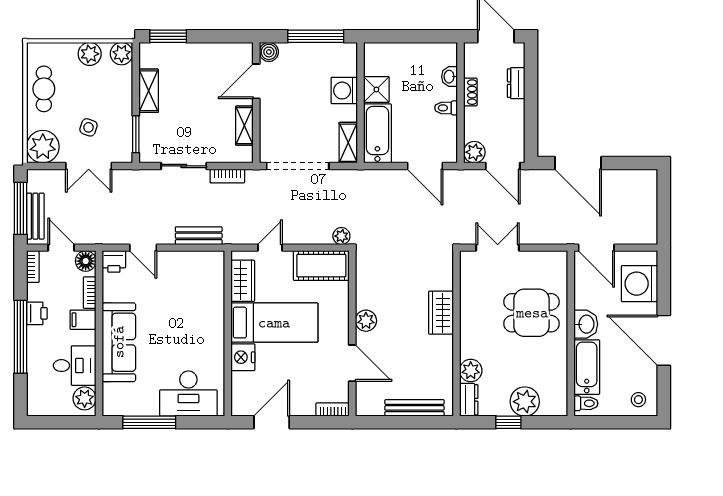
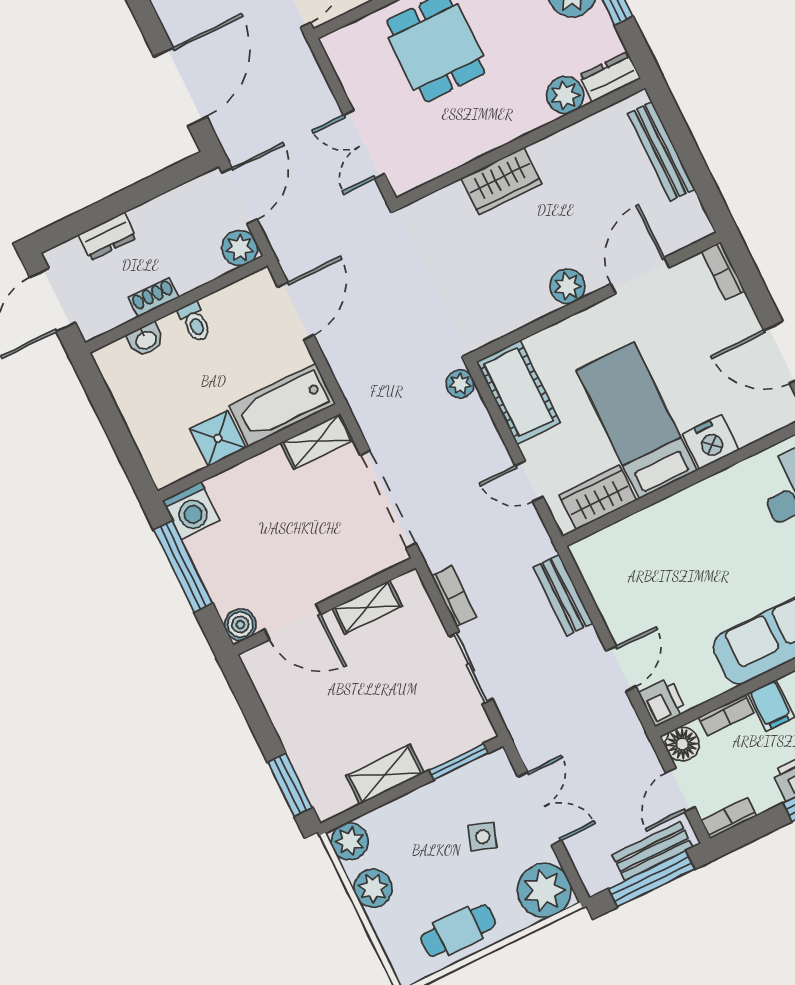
washing machine: (344, 91) -> (191, 510), moved

